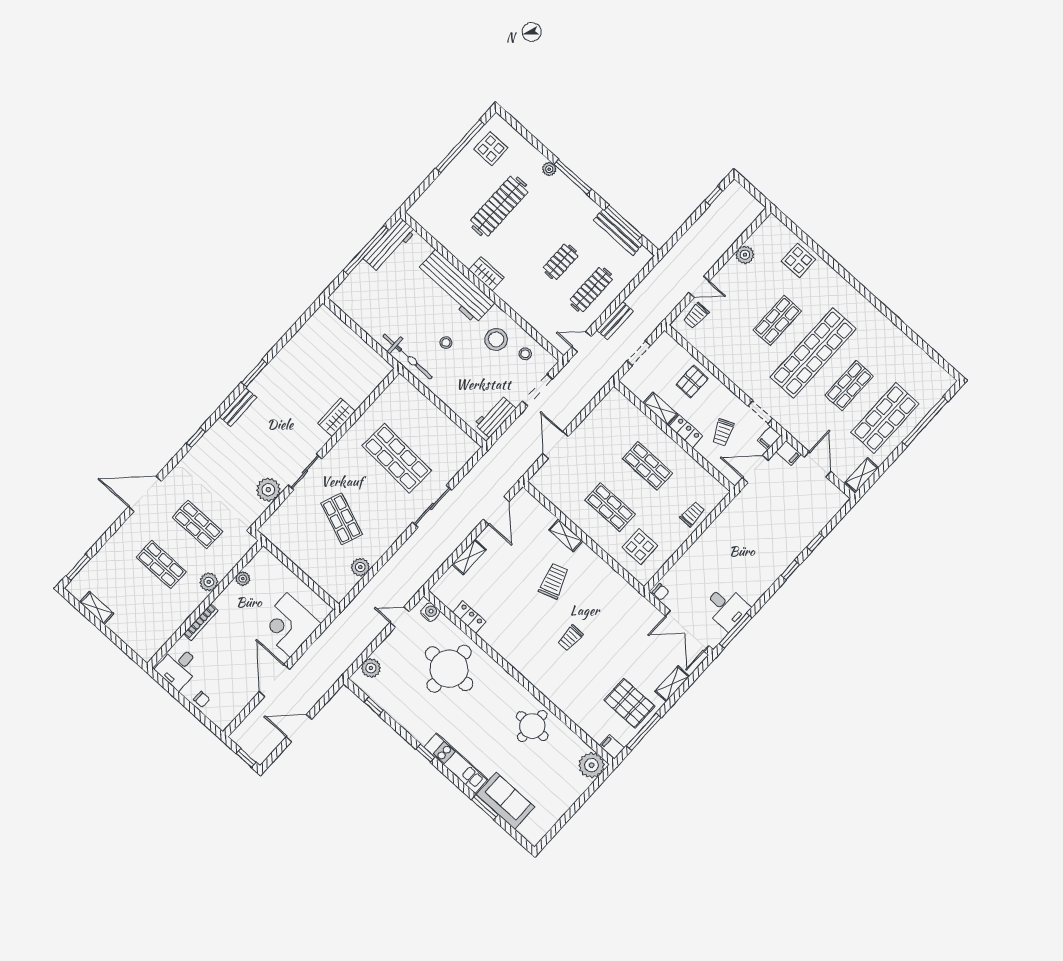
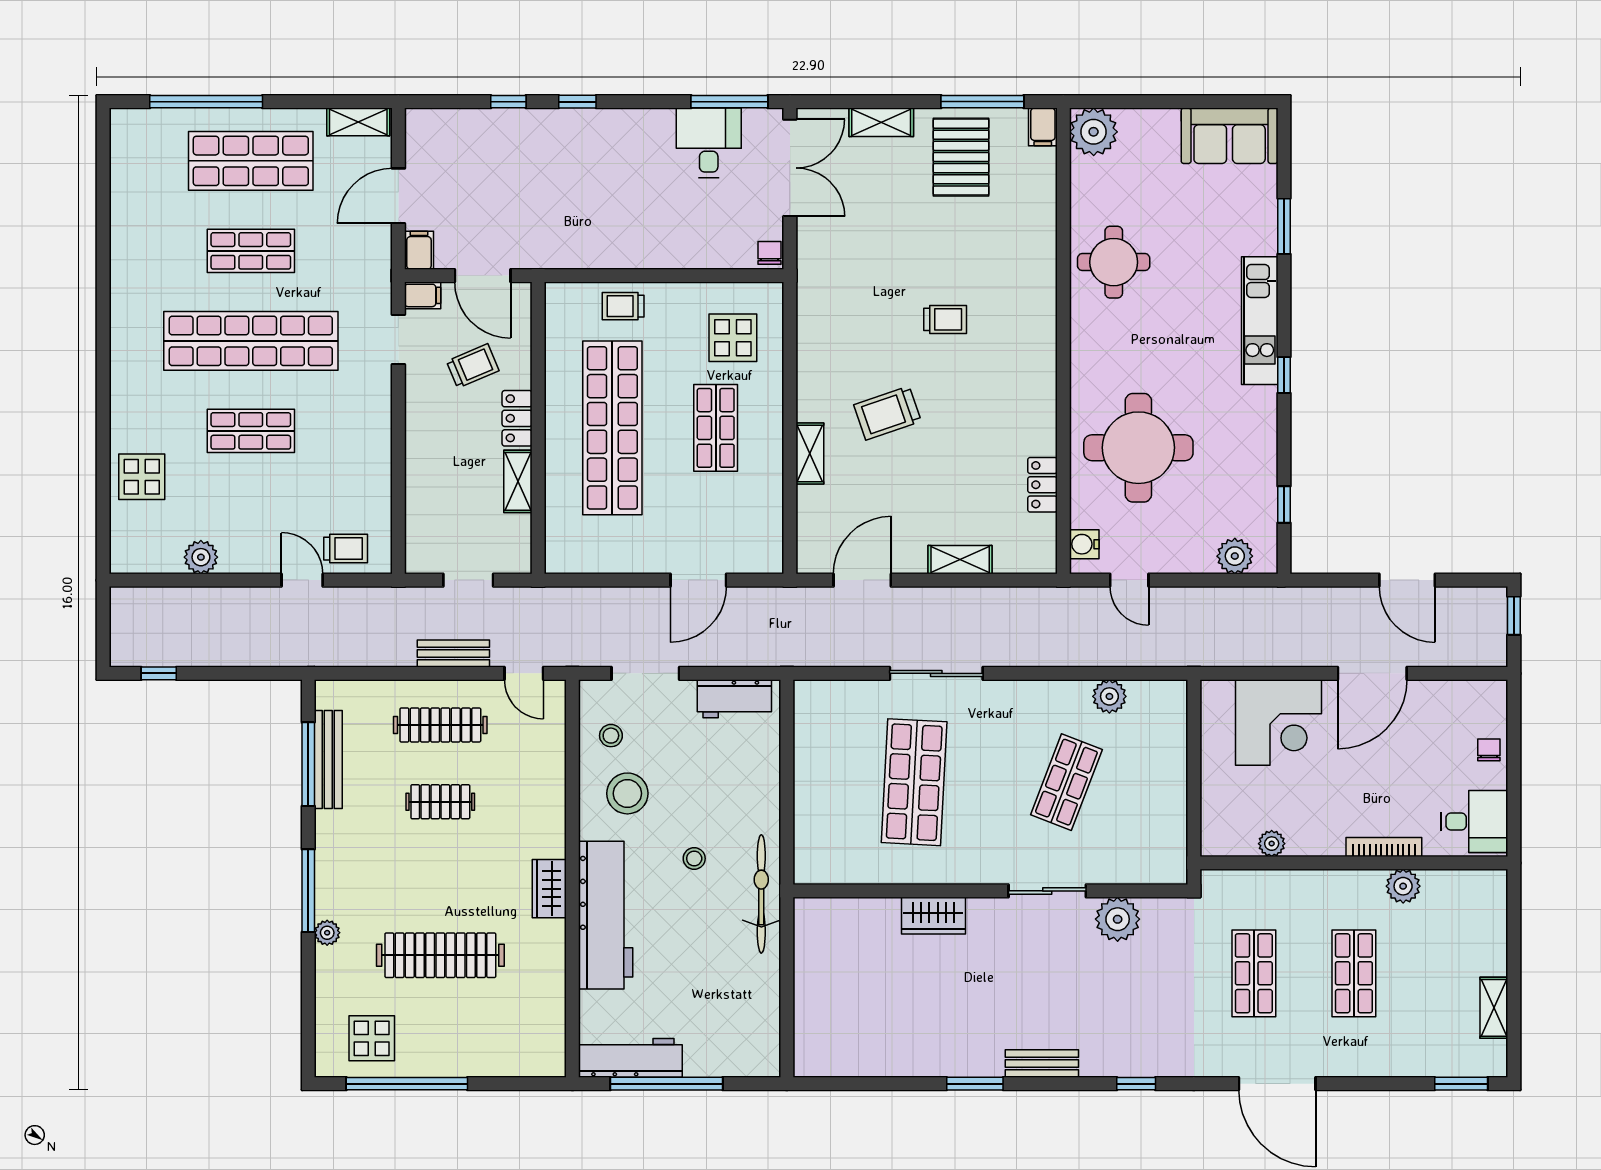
pallet: (692, 382) -> (441, 472), removed
shop shelf: (647, 466) -> (612, 428), width x2.00, depth x1.36
plant: (209, 582) -> (1403, 886), moved
sofa: (505, 801) -> (1230, 136), moved, turned -90

